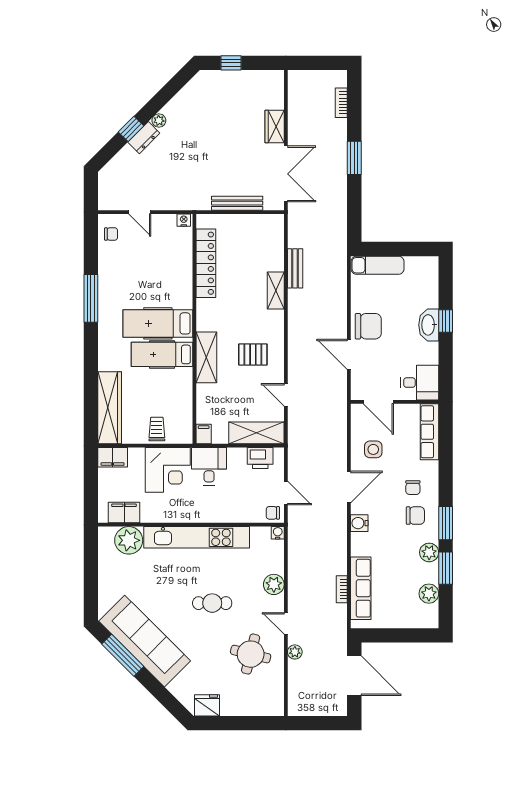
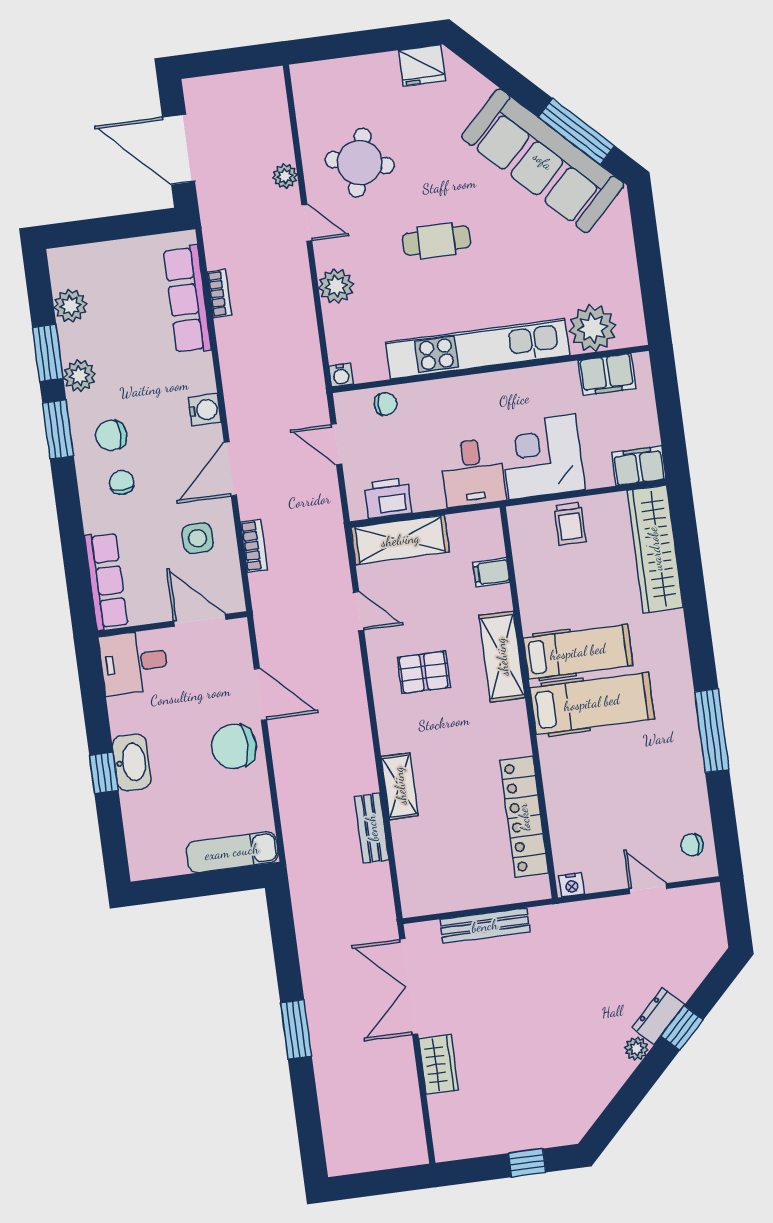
bookcase: (341, 103) -> (254, 546), moved
filing cabinet: (204, 434) -> (491, 572), moved, turned 90
chair: (273, 513) -> (386, 404), moved

